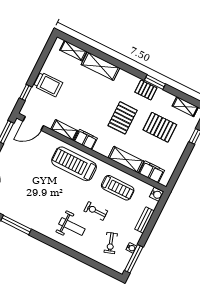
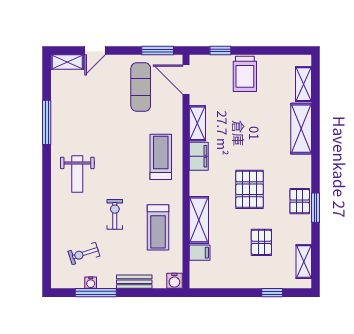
pallet: (123, 118) -> (250, 189), turned 90
pallet: (160, 127) -> (261, 242), width x0.67, depth x0.71
exercise mat: (23, 154) -> (141, 87), added
treadmill: (74, 164) -> (161, 157), width x0.73, depth x0.73
filing cabinet: (152, 172) -> (200, 253), width x0.50
weight bench: (72, 226) -> (77, 174), moved
window: (134, 259) -> (96, 293), moved

